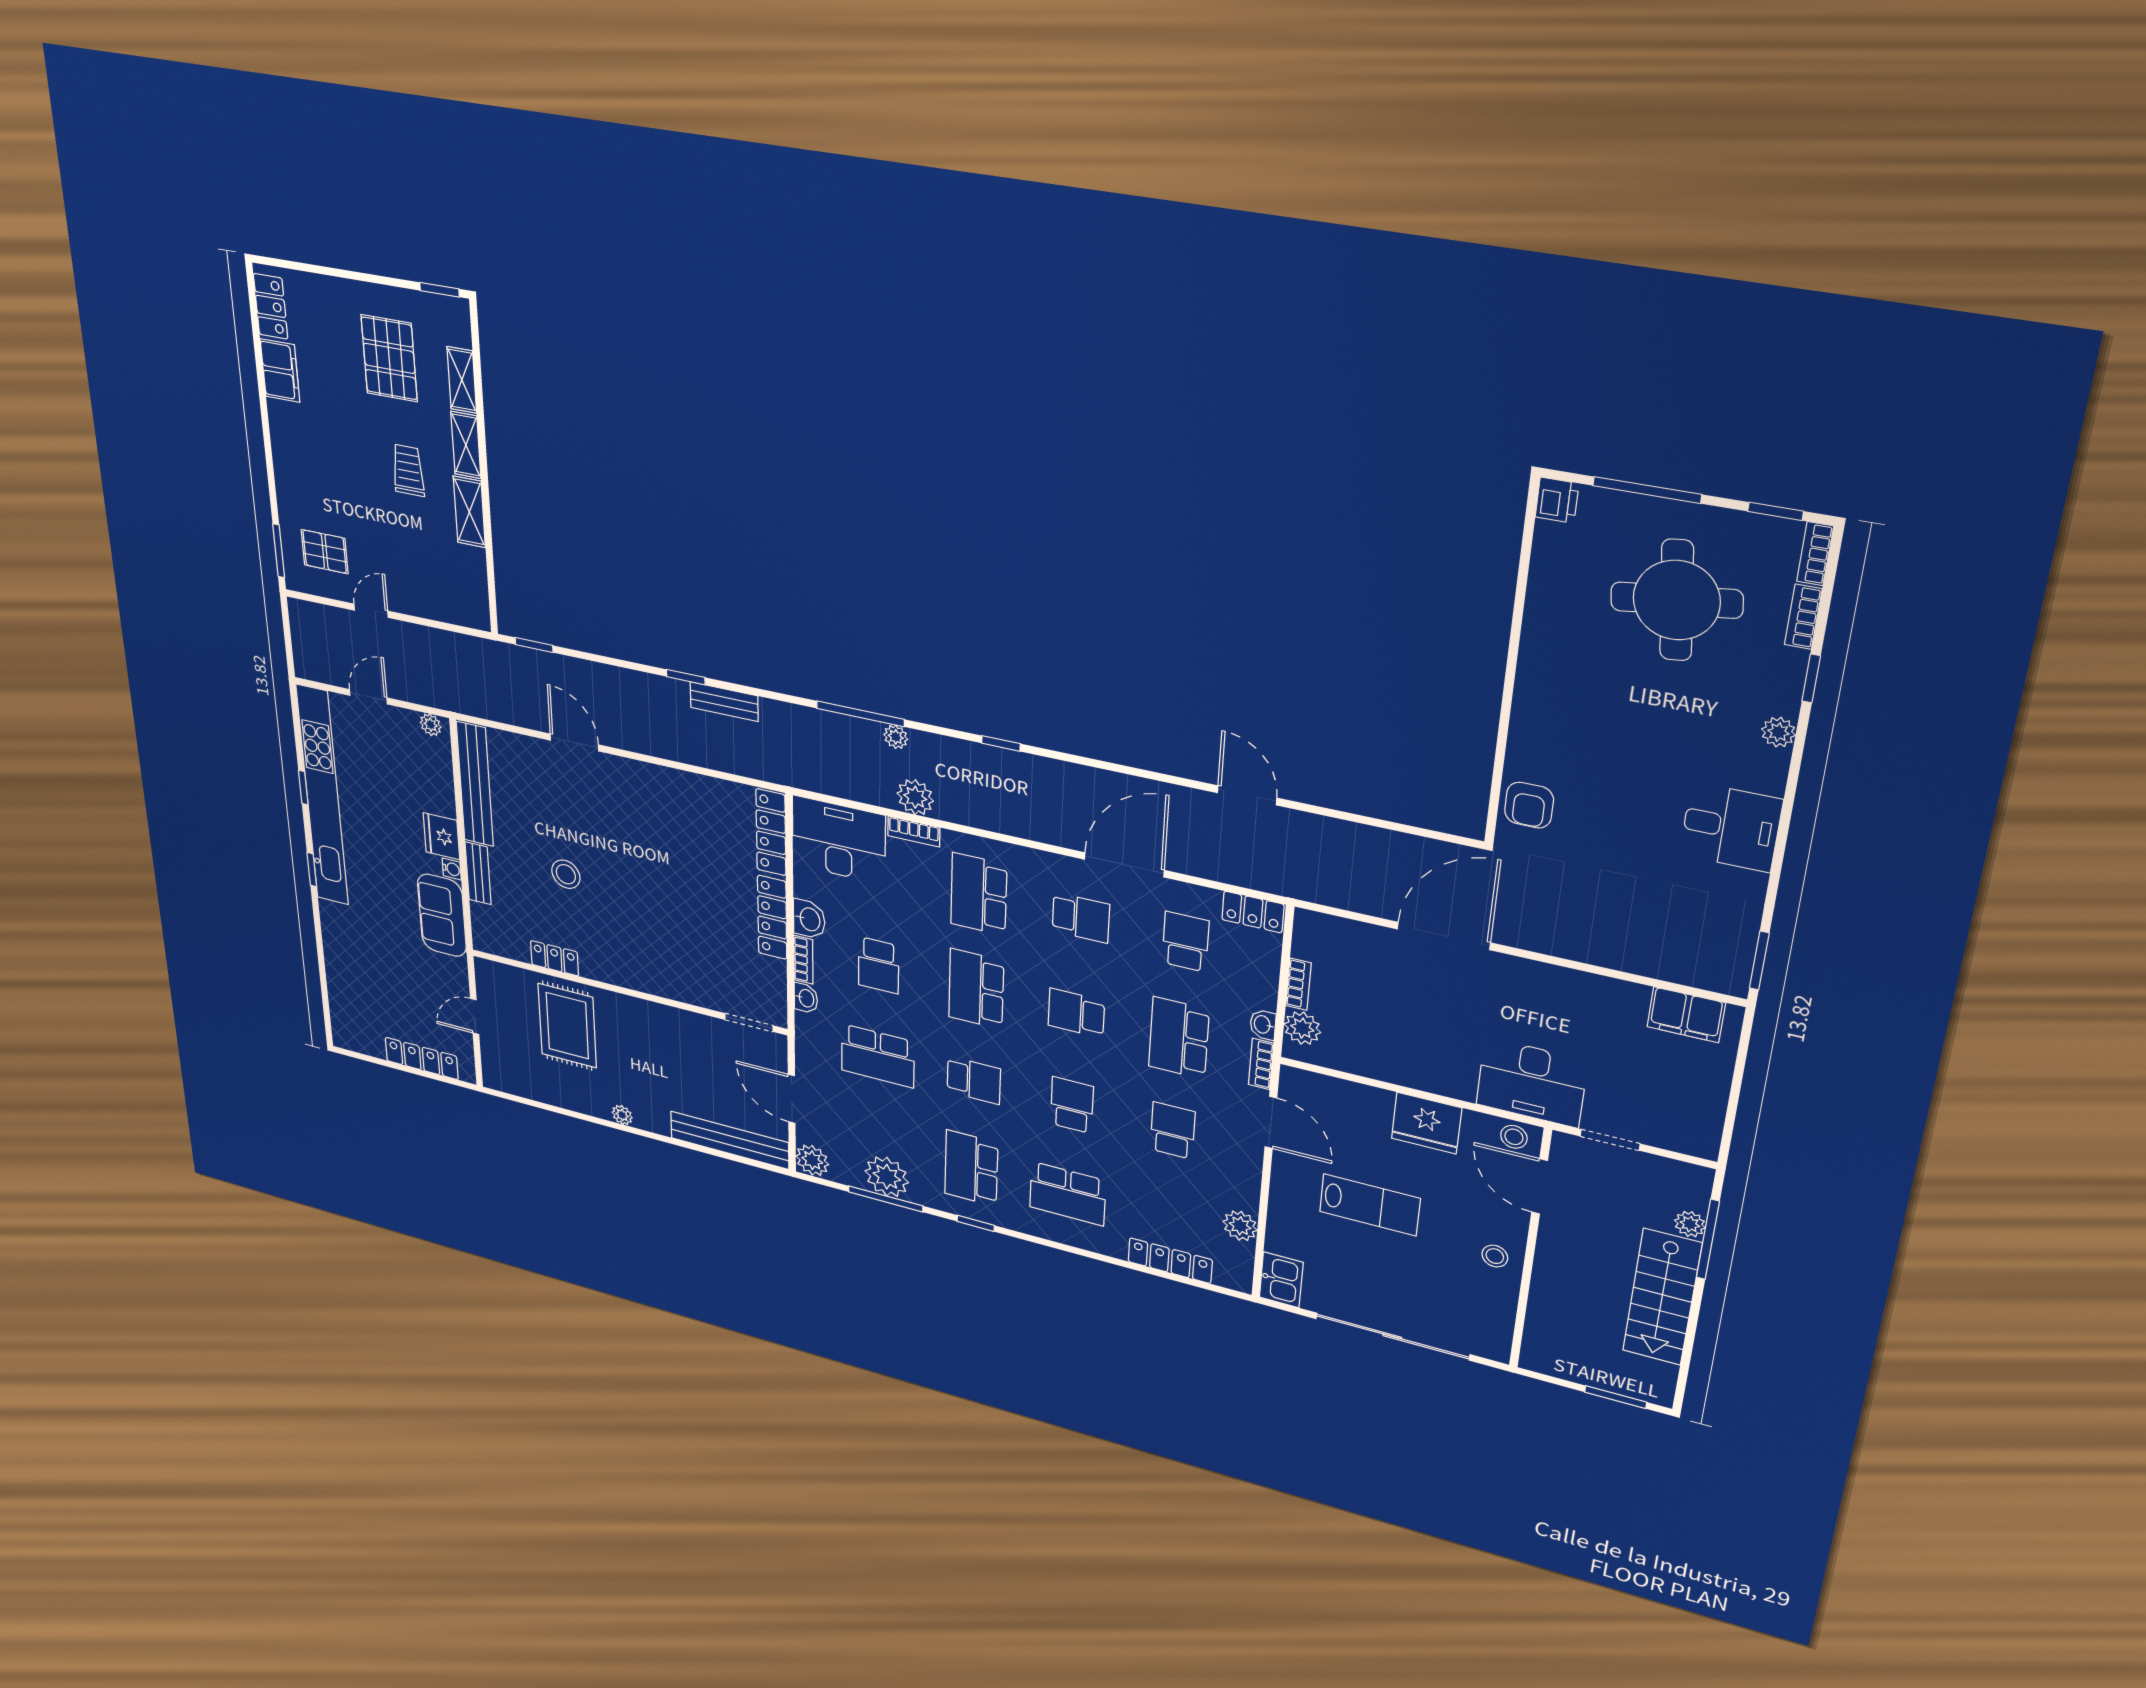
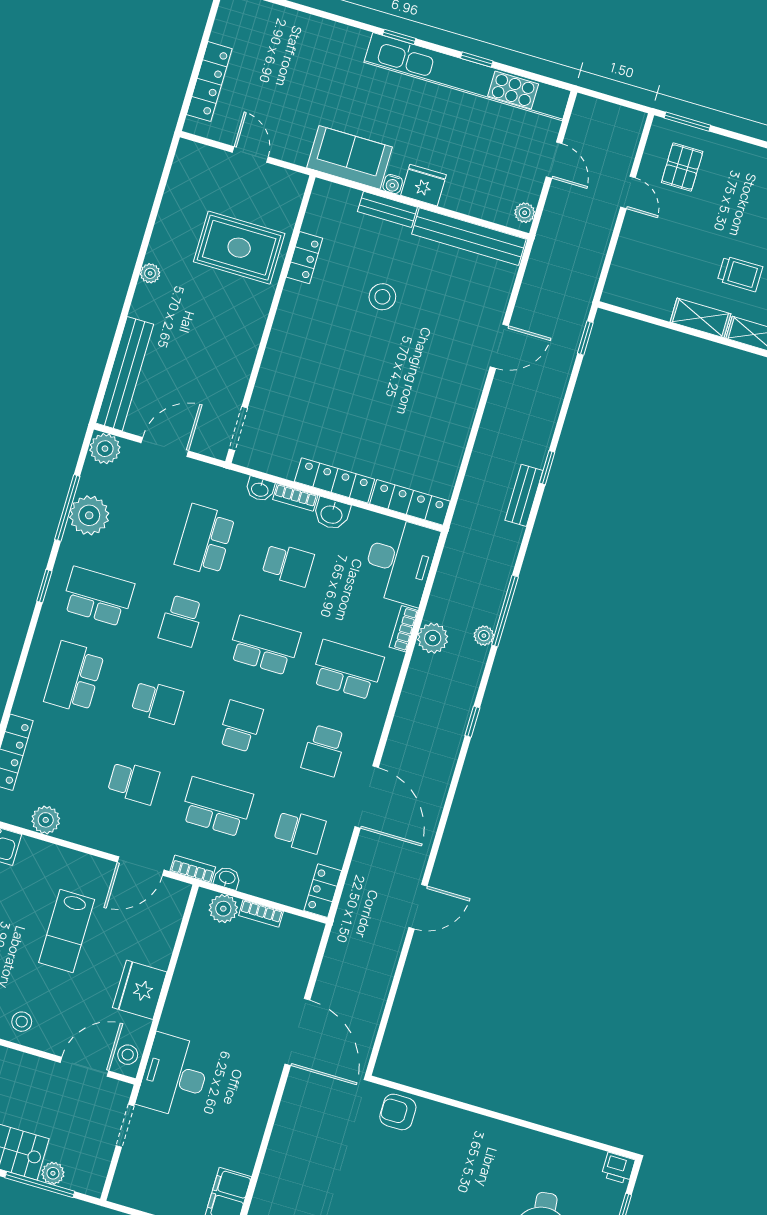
school desk: (879, 965) -> (288, 565), turned 180

